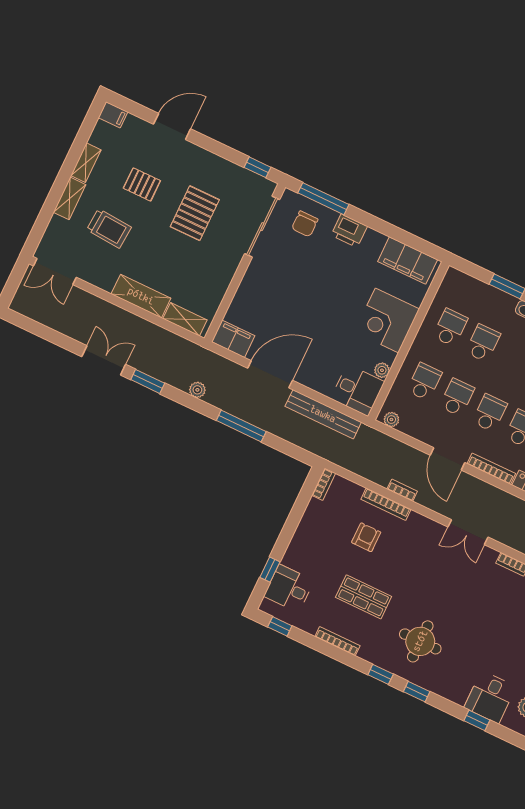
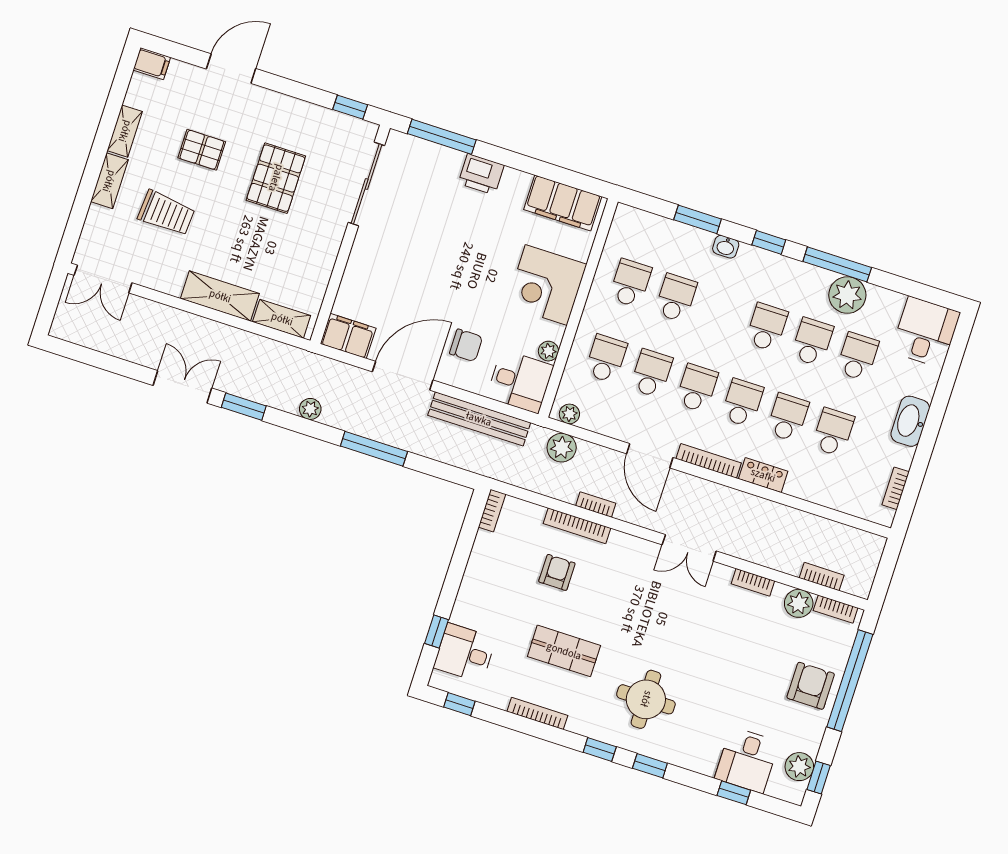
chair: (305, 224) -> (466, 345), moved, turned -90
plant: (382, 444) -> (562, 448), added

